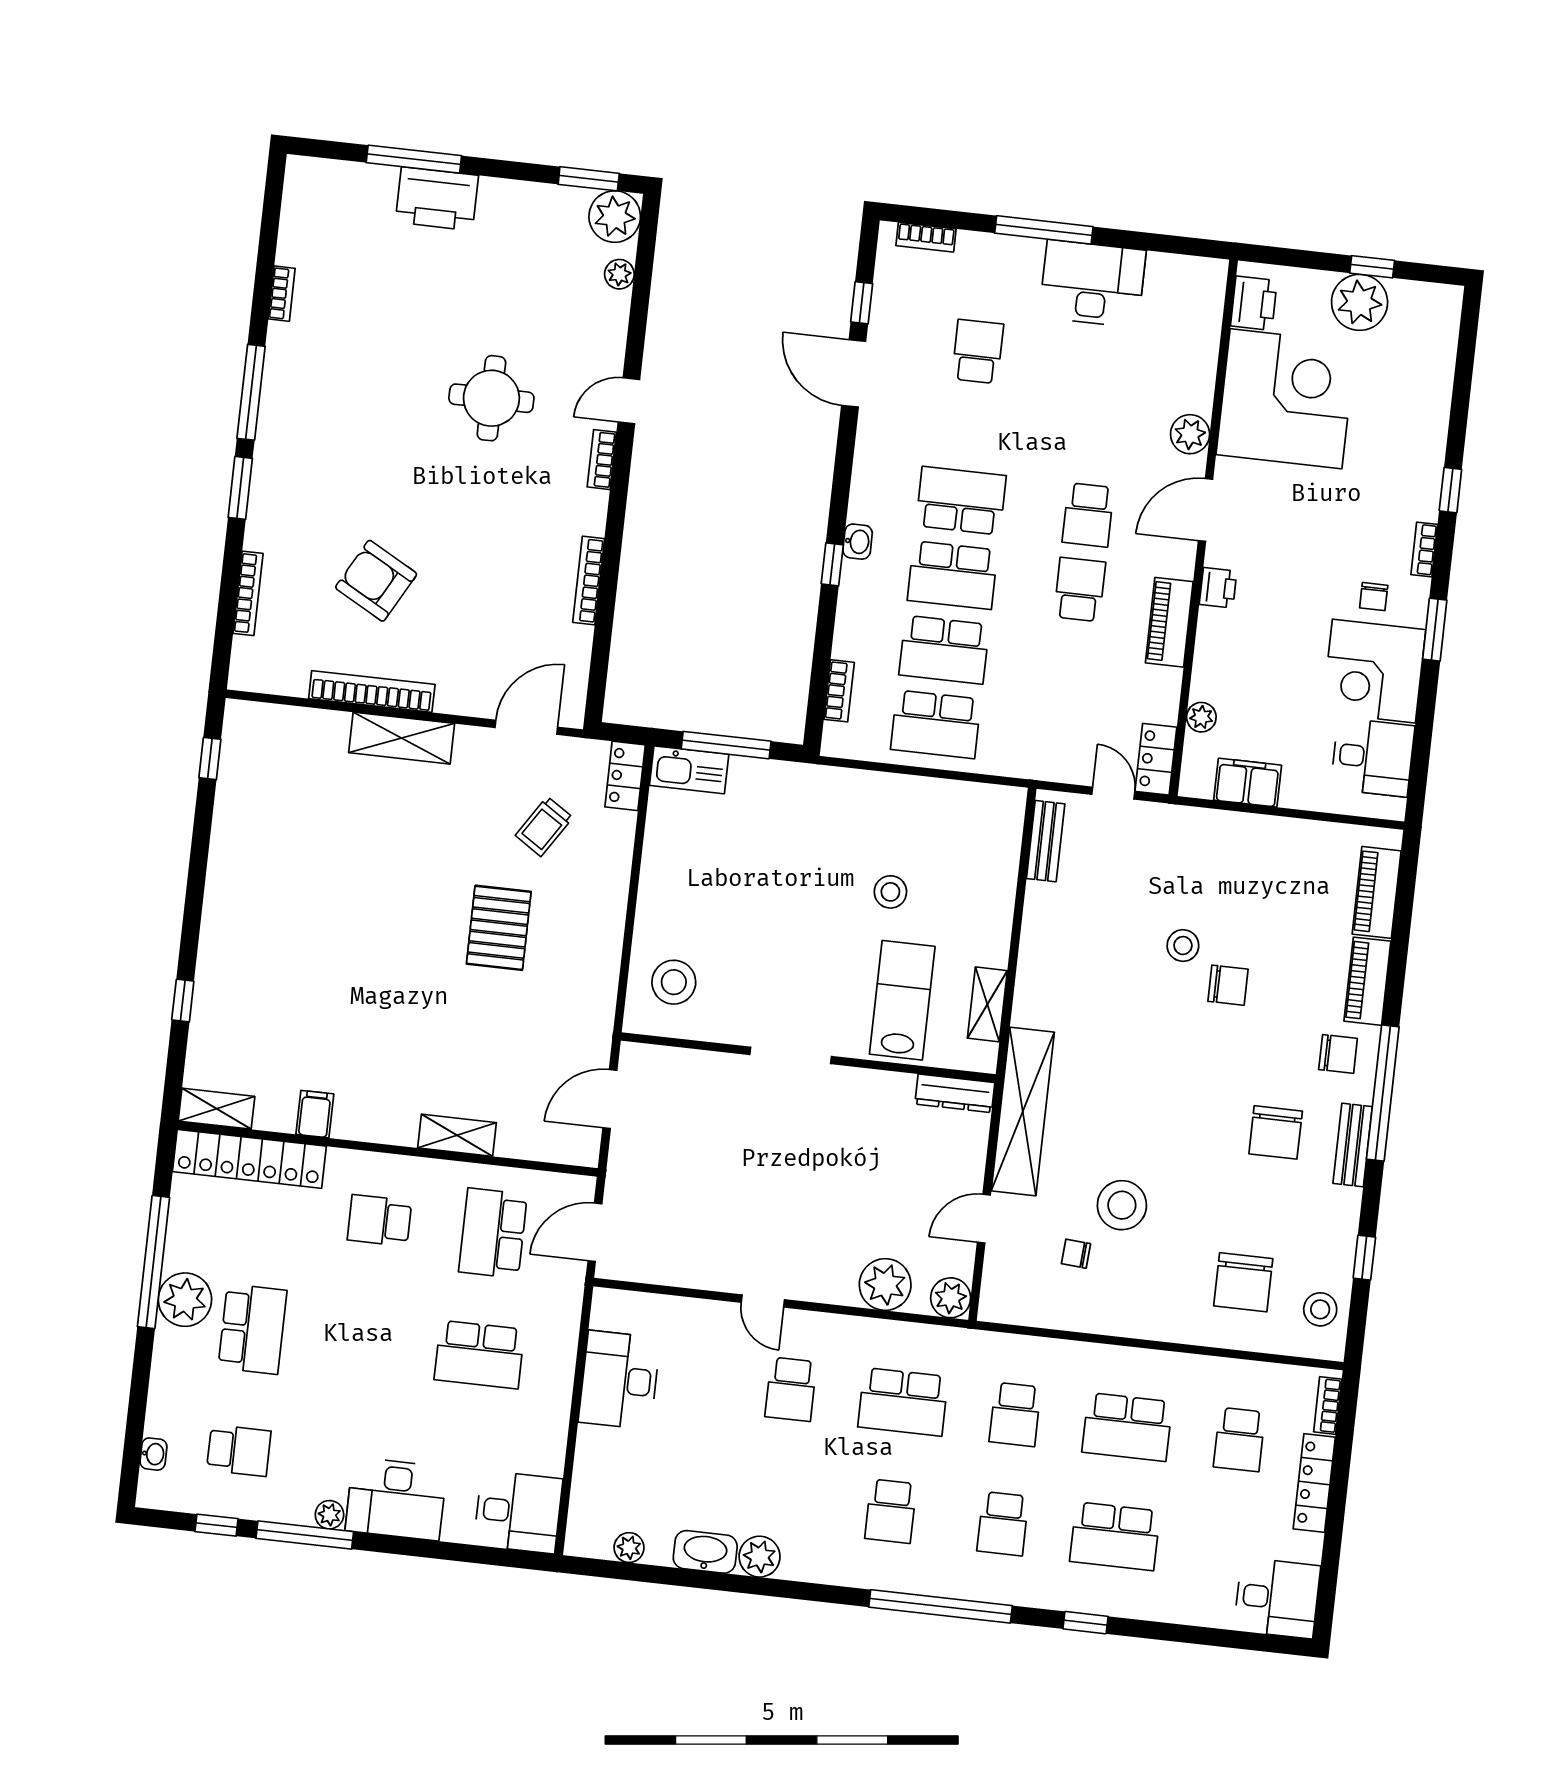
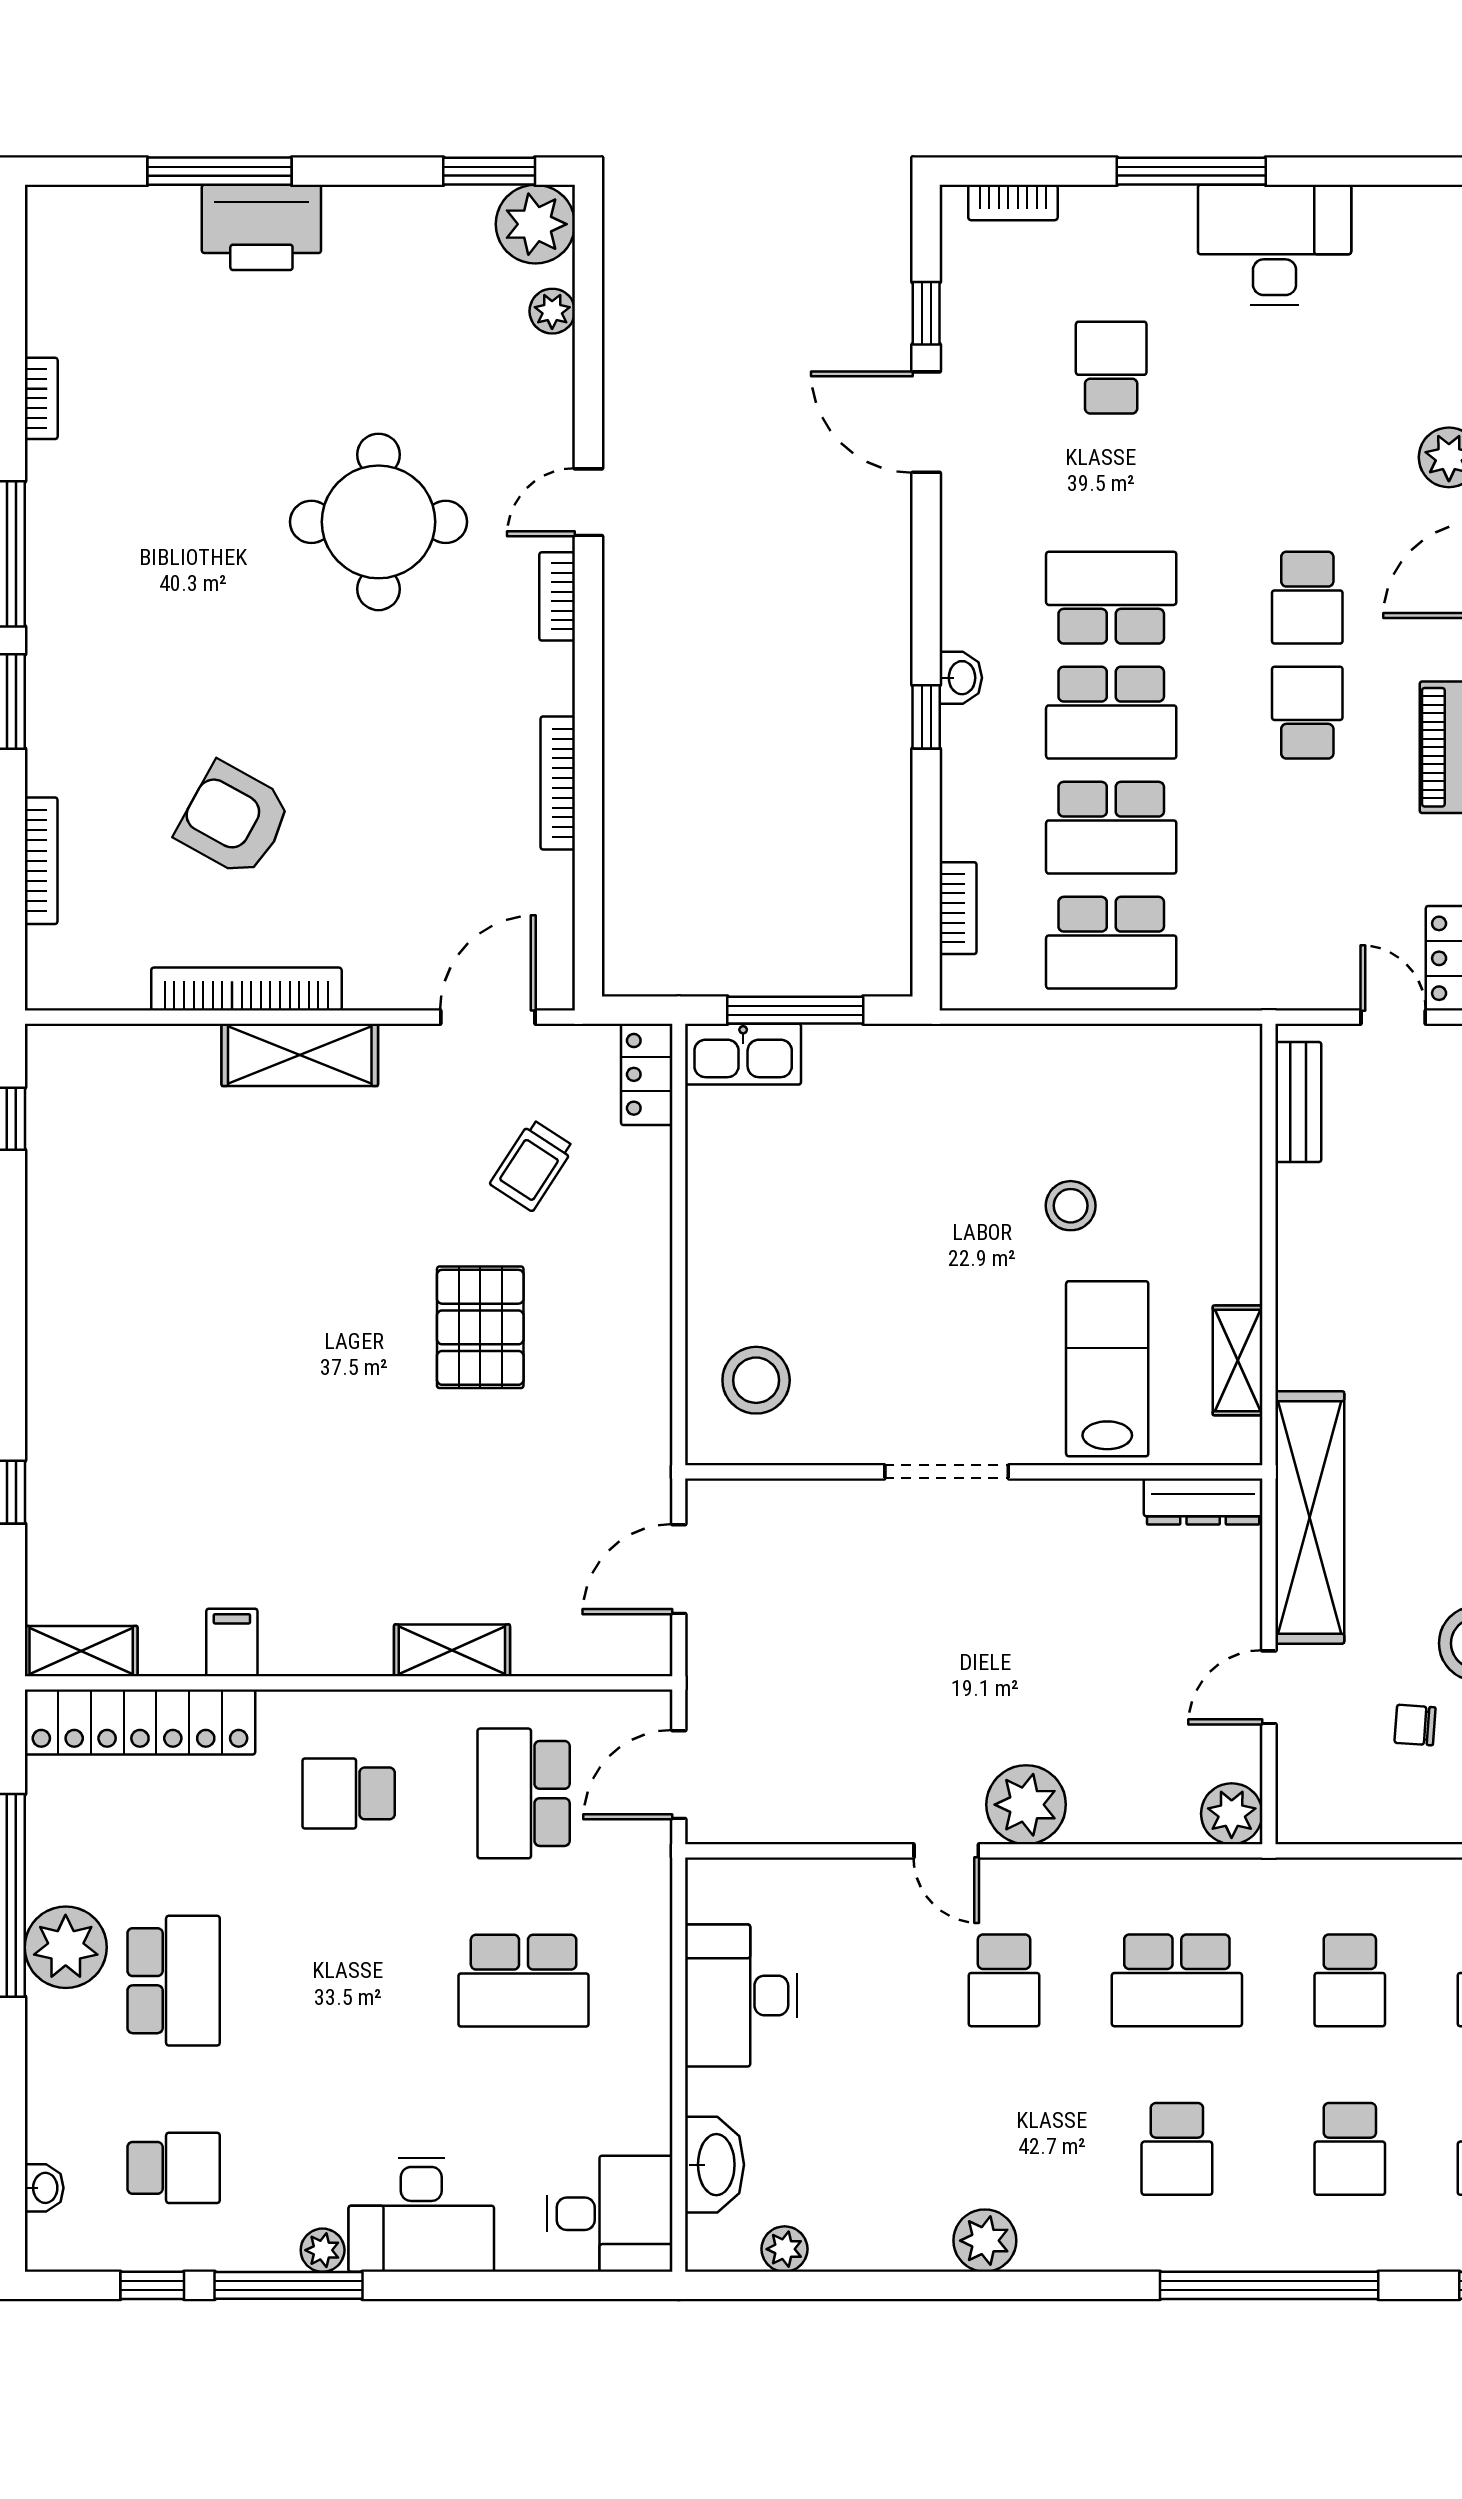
round table: (491, 398) -> (379, 522), width x1.36, depth x1.36
plant: (885, 1285) -> (1026, 1805), moved
washbasin: (705, 1552) -> (715, 2165), moved, turned 90

